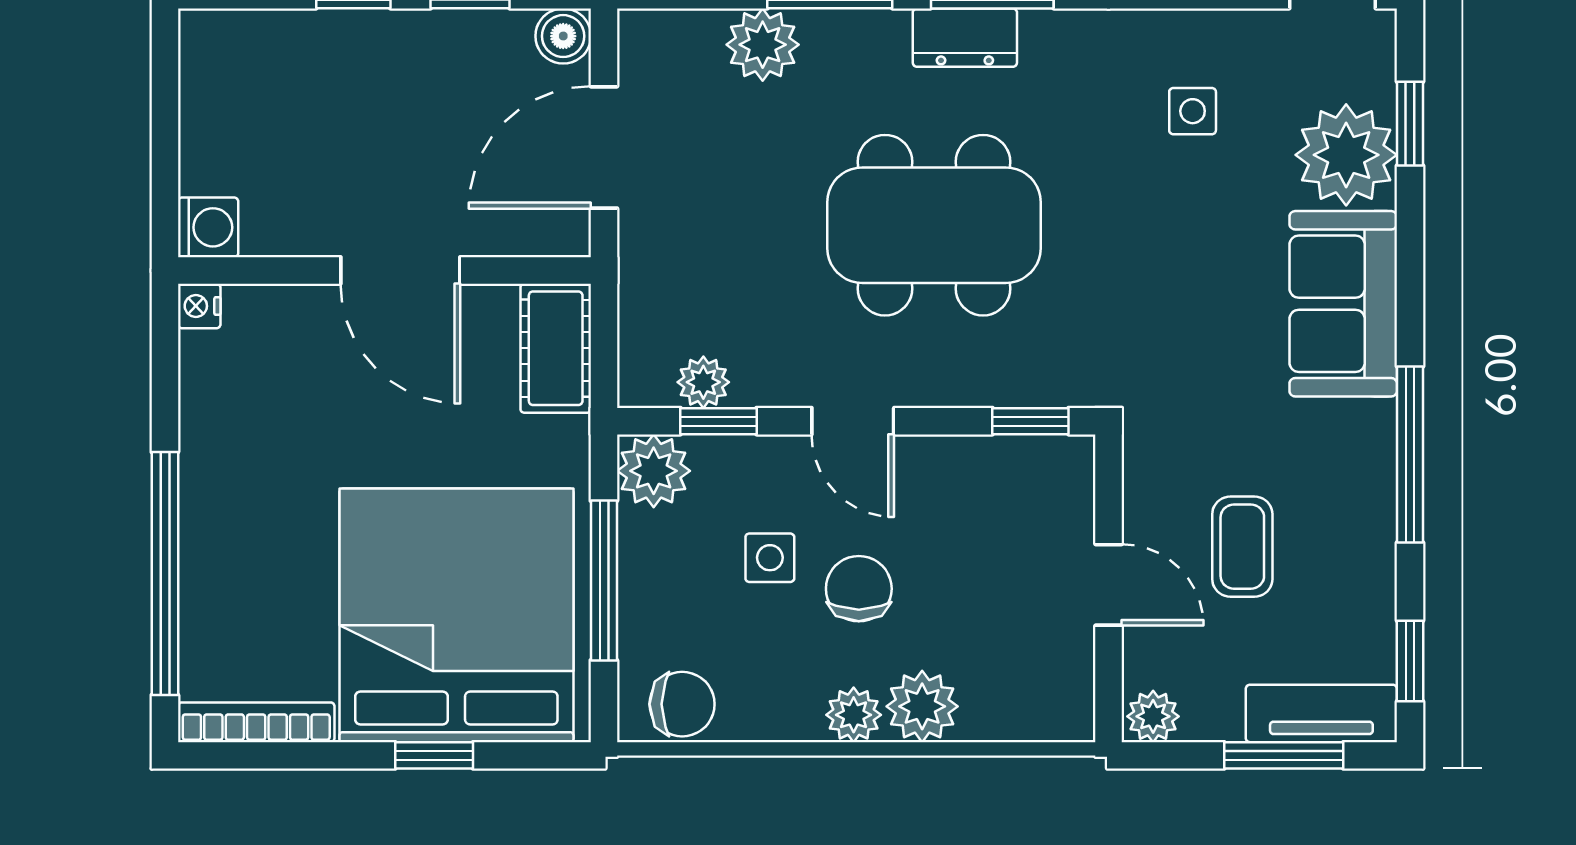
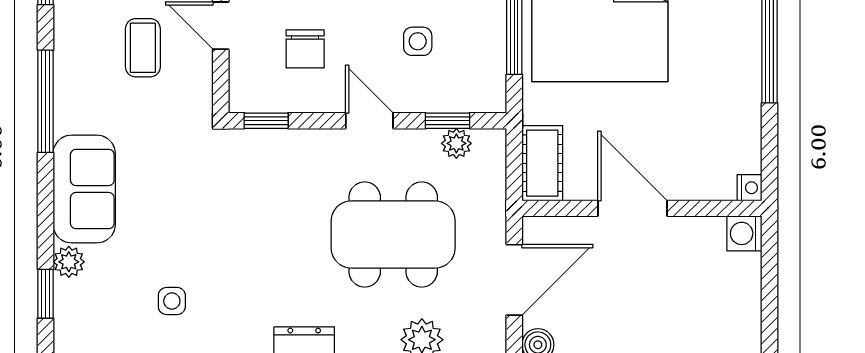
plant: (1346, 155) -> (69, 262), width x0.53, depth x0.53
dining table: (934, 225) -> (393, 234), moved
plant: (654, 471) -> (485, 92), removed
chair: (859, 589) -> (305, 49), moved

